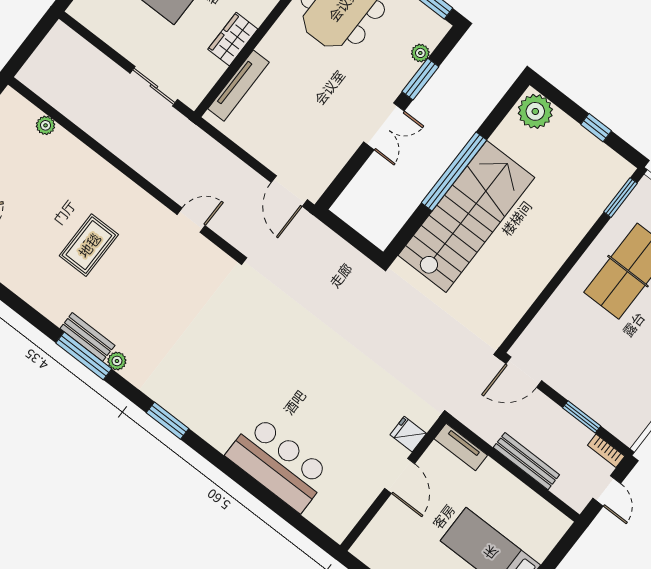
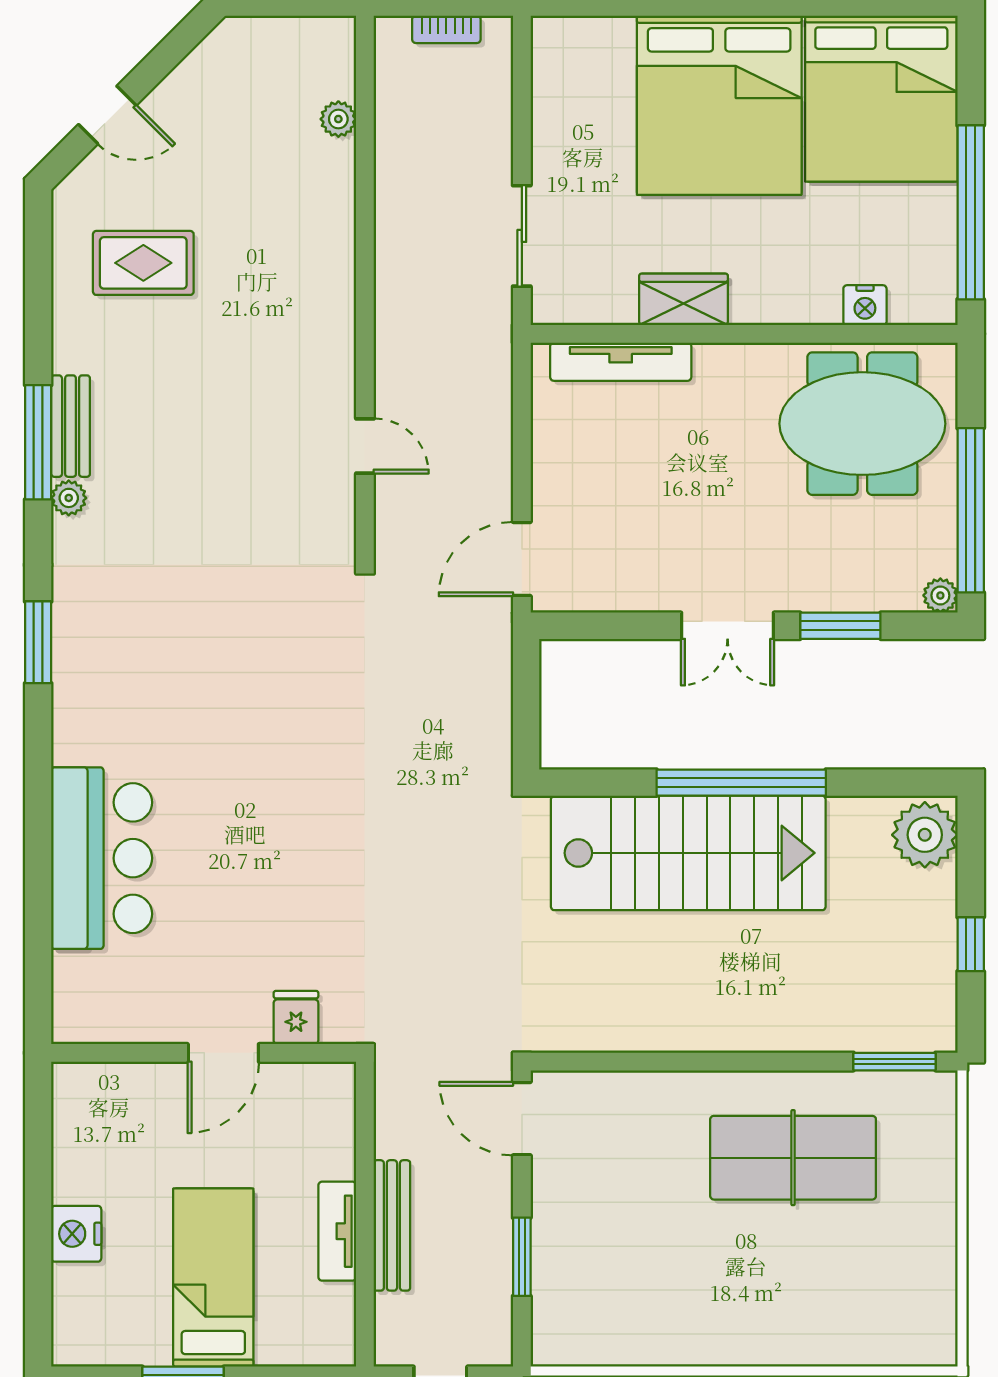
plant: (420, 53) -> (940, 595), moved
rug: (89, 245) -> (143, 263), moved
tv unit: (461, 447) -> (337, 1231), moved
bookcase: (606, 451) -> (446, 29), moved, turned -90

